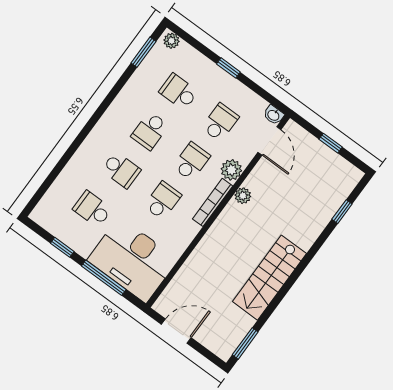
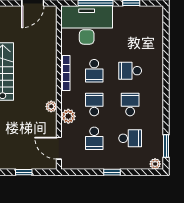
washbasin: (274, 115) -> (67, 164), removed
school desk: (191, 161) -> (94, 104), turned 180
bookcase: (213, 202) -> (65, 73), moved
school desk: (92, 209) -> (130, 37), removed

